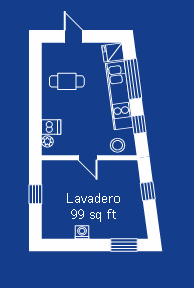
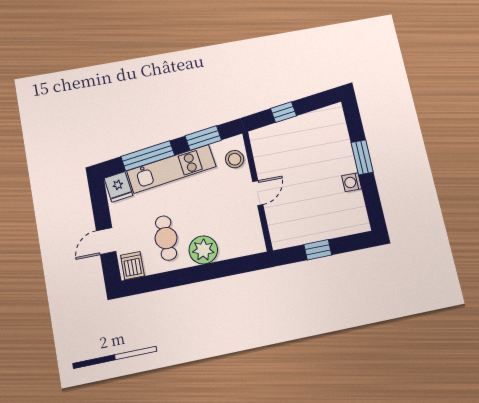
window: (139, 124) -> (203, 138), width x1.50
dishwasher: (51, 127) -> (132, 266), moved
plant: (47, 141) -> (203, 250), moved, width x1.88, depth x1.88
window: (124, 245) -> (362, 157), moved

